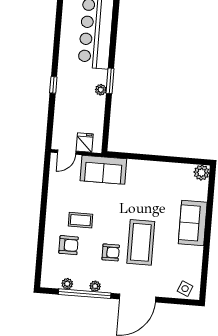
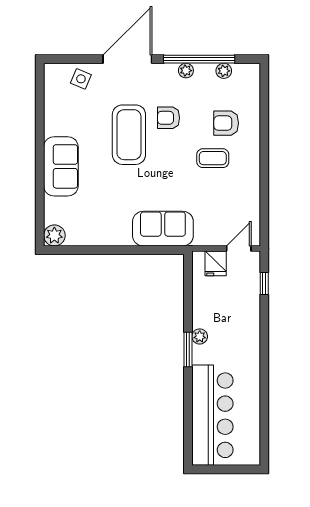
window: (53, 85) -> (264, 284), moved
sofa: (103, 170) -> (163, 229), moved
side table: (185, 289) -> (81, 79), moved

